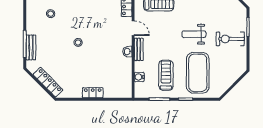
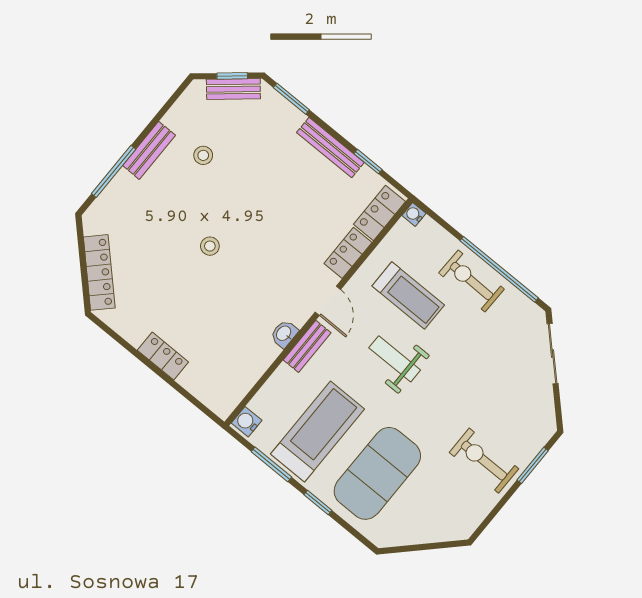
weight bench: (194, 34) -> (395, 359), moved
bench: (31, 47) -> (149, 150), moved
treadmill: (166, 75) -> (318, 432), width x1.37, depth x1.38
water cooler: (139, 77) -> (247, 422), moved

